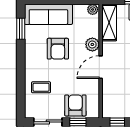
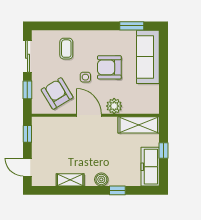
plant: (93, 9) -> (153, 106), removed
side table: (67, 70) -> (85, 77), added
armchair: (75, 105) -> (57, 93), moved, turned -121

